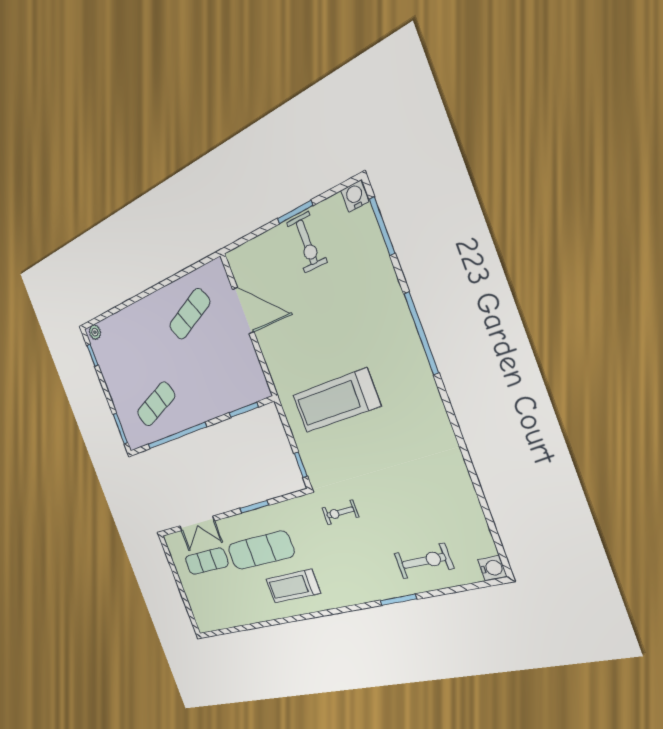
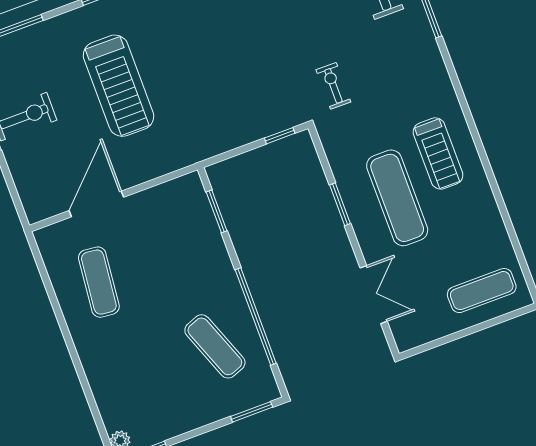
exercise mat: (190, 314) -> (99, 282), turned 30
treadmill: (336, 401) -> (119, 86), moved
exercise bike: (340, 512) -> (333, 86), turned 180
exercise mat: (207, 561) -> (482, 291), moved, turned 90

